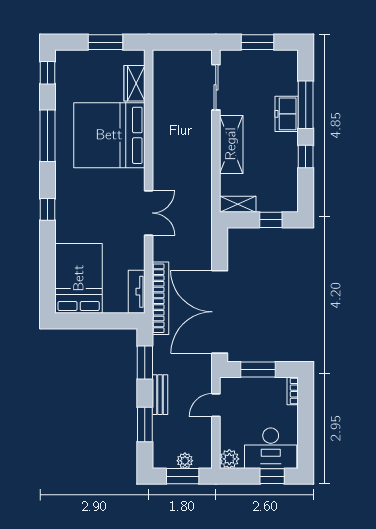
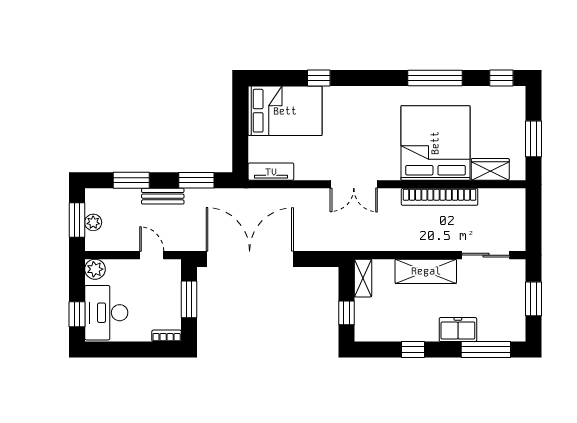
window: (306, 105) -> (486, 350), moved
window: (47, 209) -> (319, 78), moved
bookcase: (161, 298) -> (440, 197), moved

